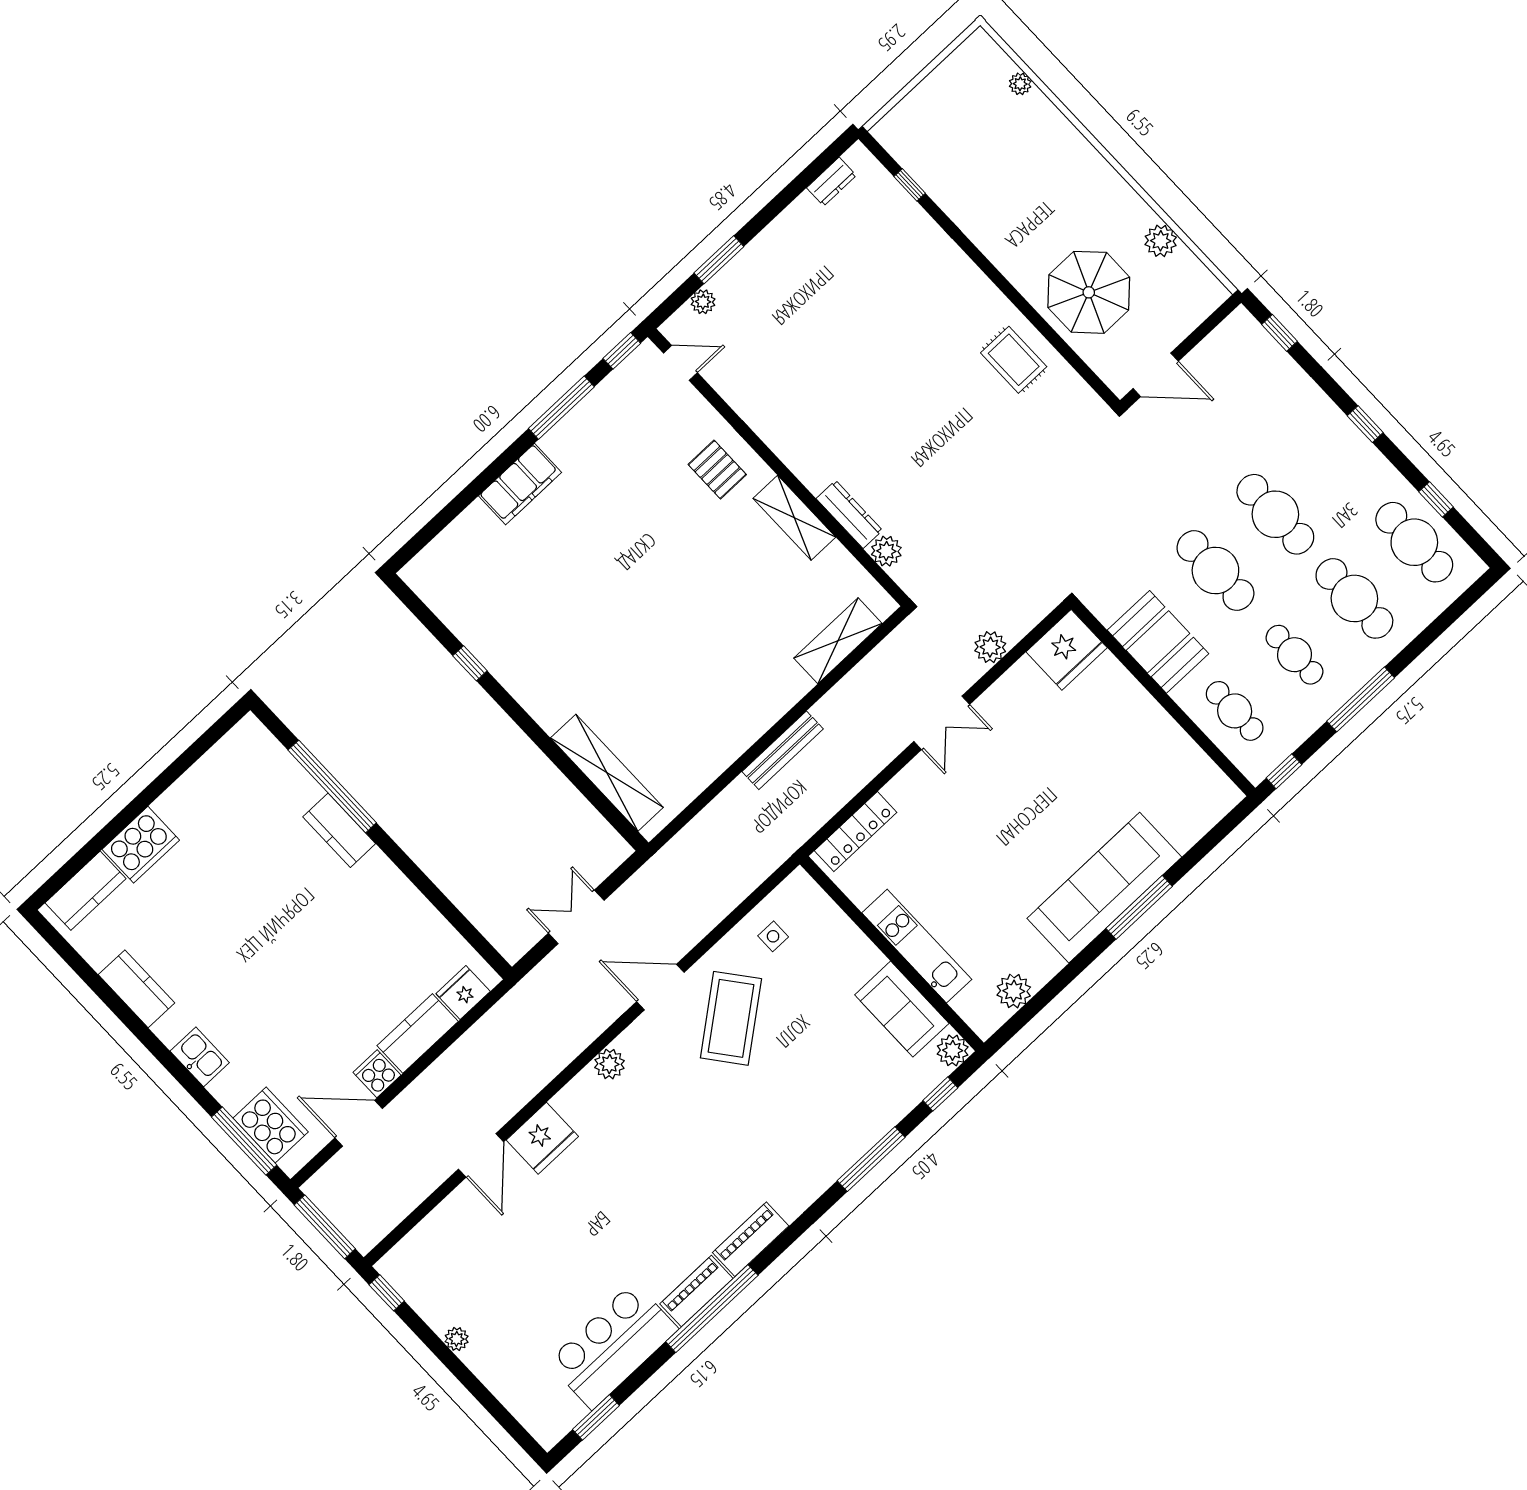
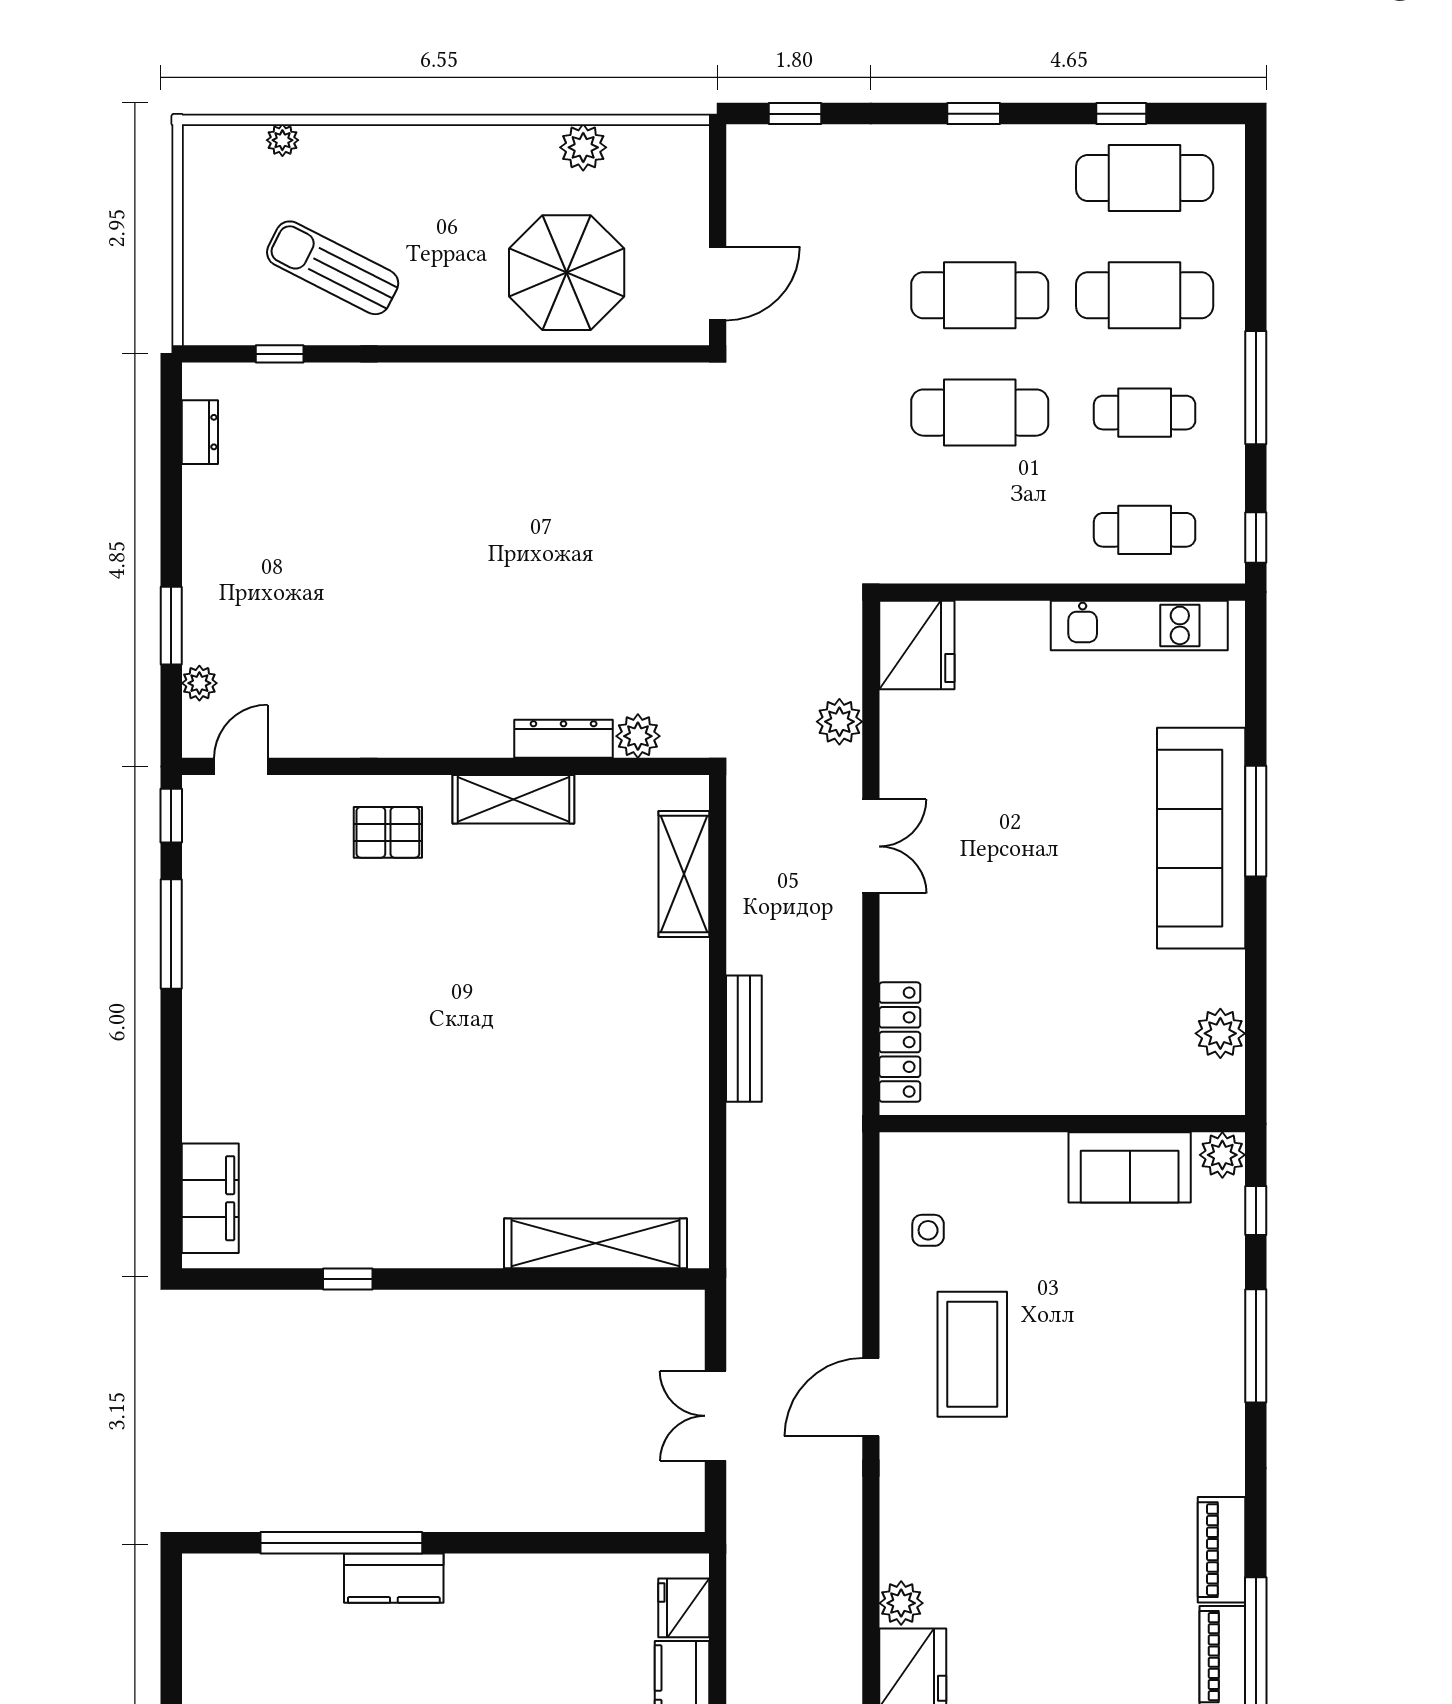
sun lounger: (979, 171) -> (333, 268), added
rug: (1014, 360) -> (563, 417), removed
filing cabinet: (520, 484) -> (210, 1198), moved
booth: (1158, 642) -> (998, 542), removed
kitchen unit: (917, 946) -> (1139, 625), moved, turned 180
coffee table: (731, 1018) -> (972, 1354), turned 38
plant: (609, 1064) -> (901, 1603), moved

